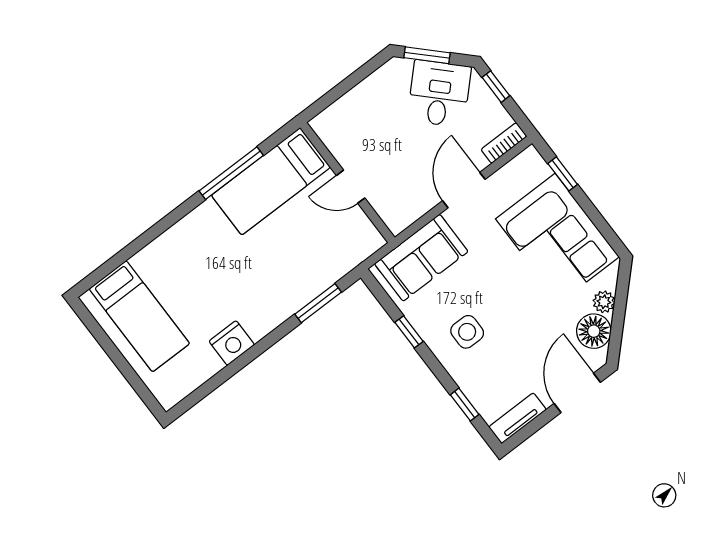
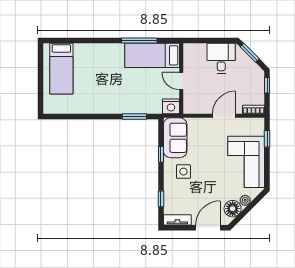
desk: (439, 94) -> (221, 58), moved, turned -45
sofa: (421, 258) -> (175, 138), moved, turned -90
nightstand: (232, 343) -> (171, 106), moved

